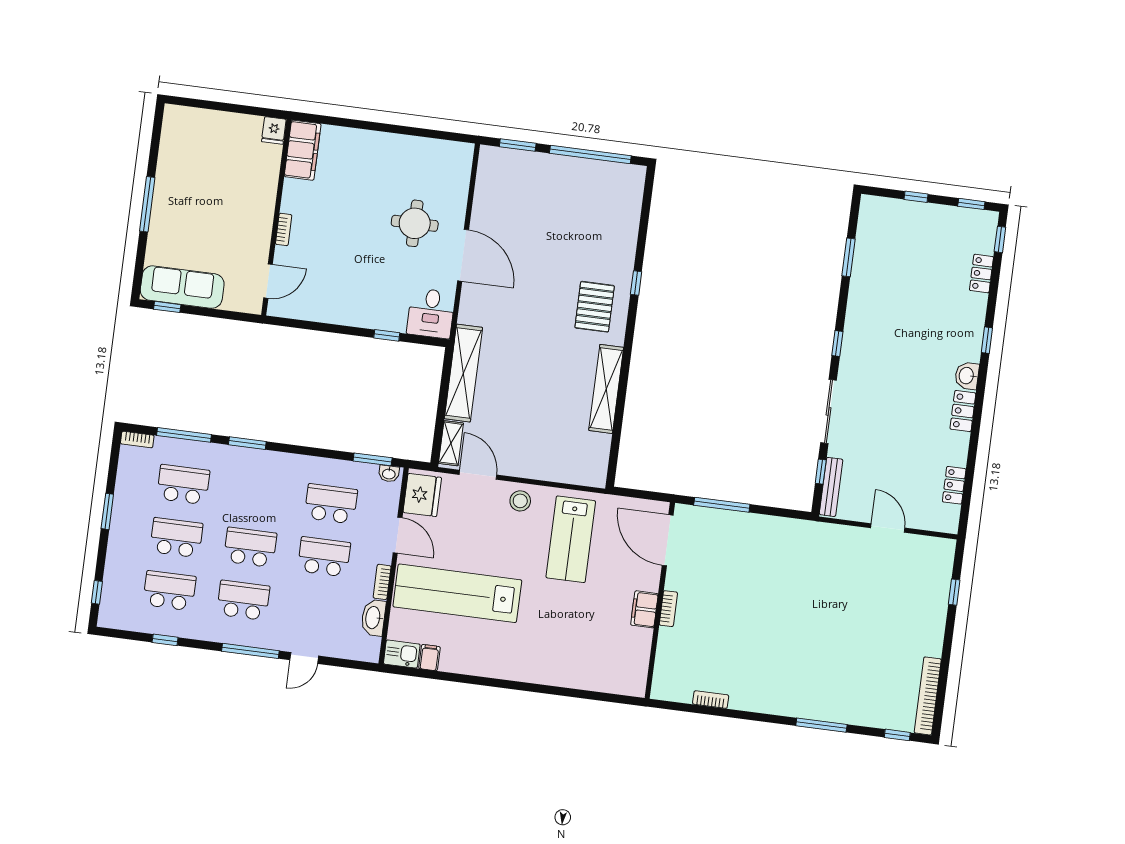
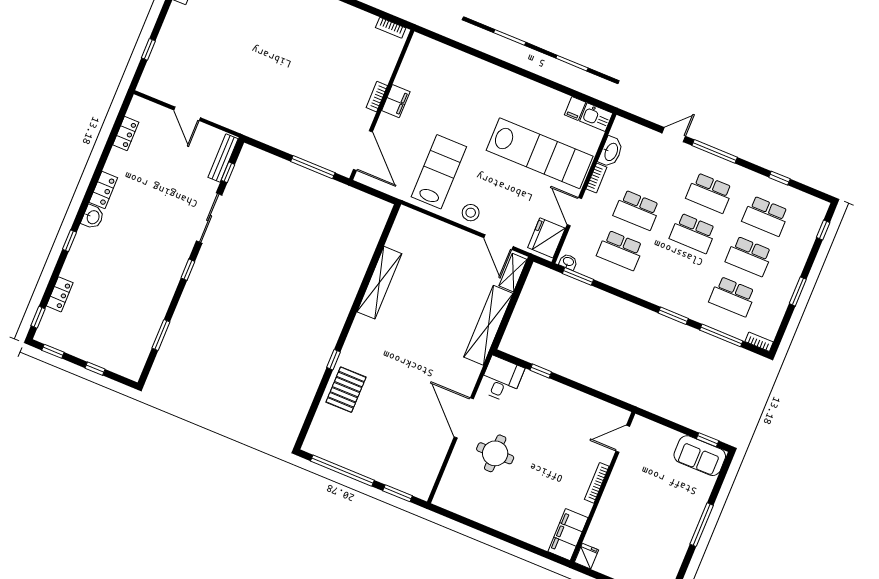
bookcase: (284, 229) -> (597, 483), width x1.56
sofa: (182, 287) -> (700, 456), width x0.73
pallet: (595, 307) -> (346, 390), moved
bookcase: (711, 700) -> (391, 28), moved

